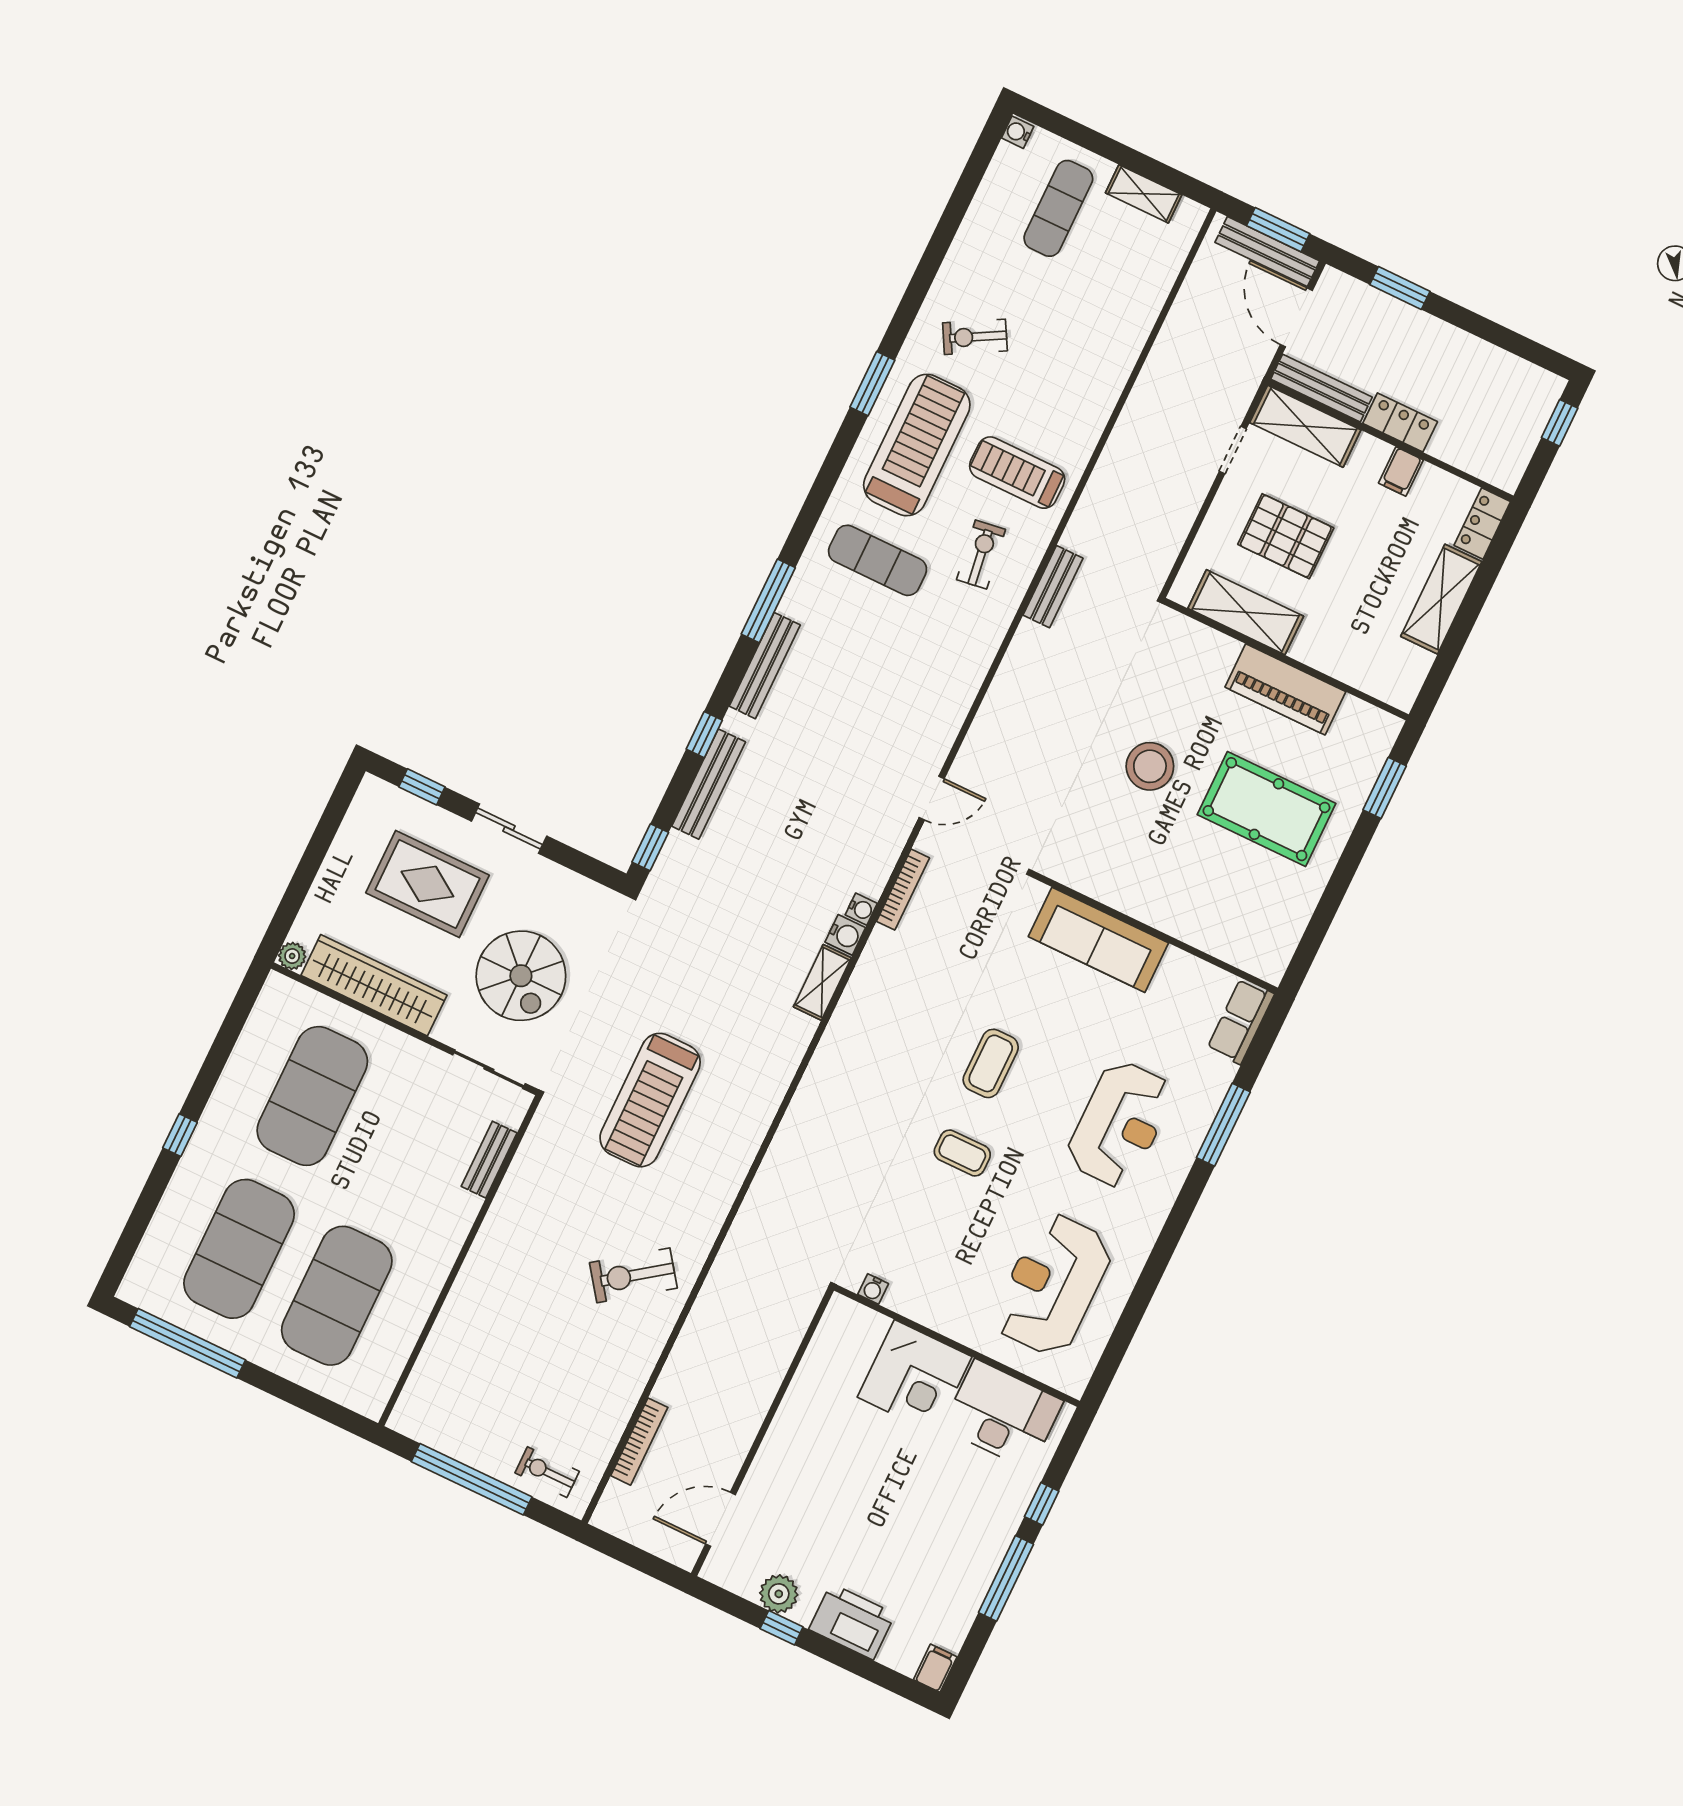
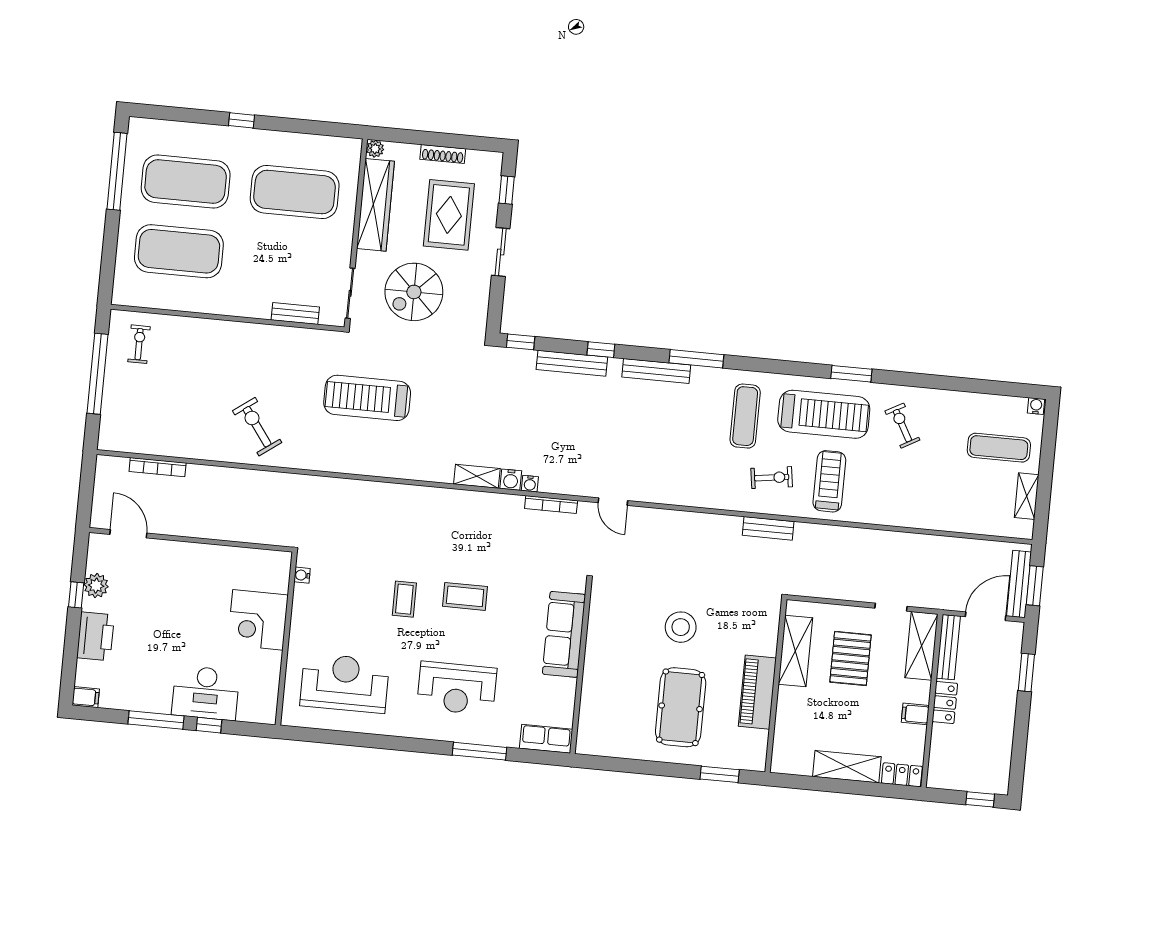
shoe rack: (336, 860) -> (443, 154), added
desk: (1002, 1415) -> (206, 693), moved, turned 90
exercise bike: (547, 1472) -> (139, 344), moved

